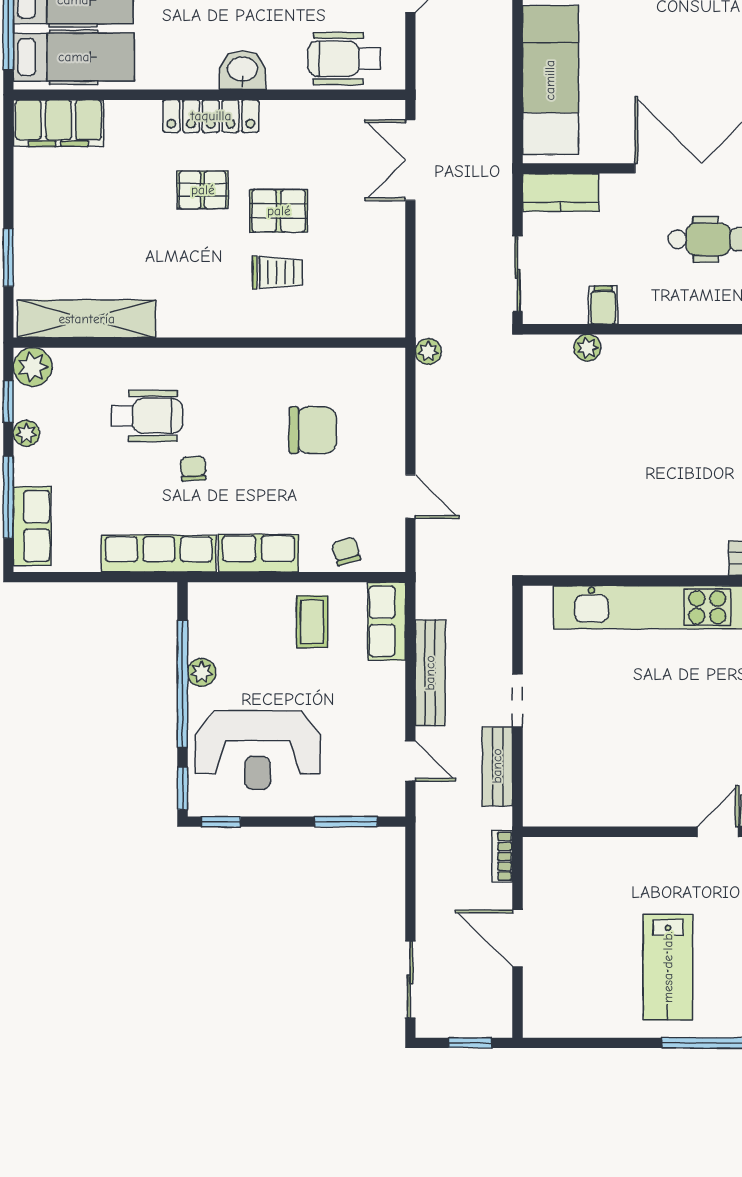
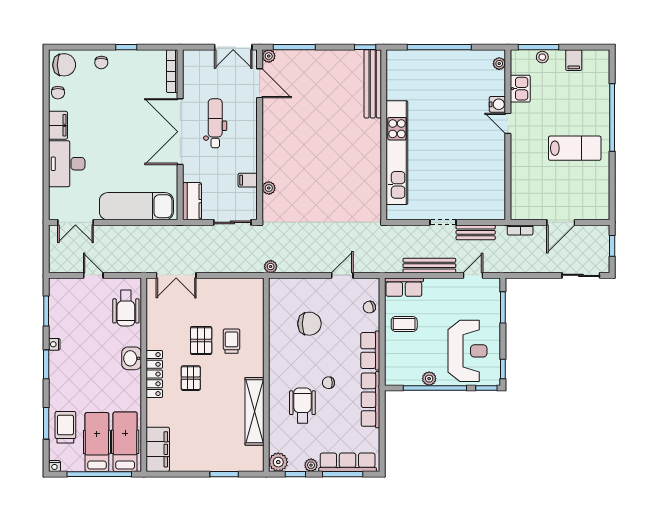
shelving: (87, 319) -> (254, 411), moved
chair: (313, 430) -> (309, 324), turned 90
row of seats: (32, 526) -> (348, 462), width x1.48

